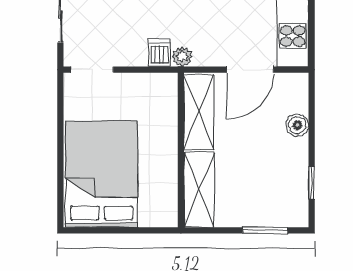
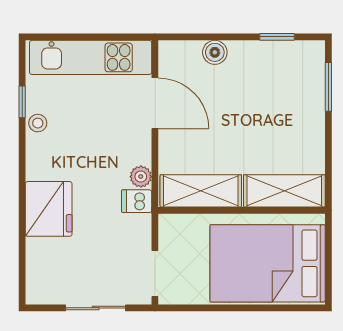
shelving: (199, 112) -> (201, 191), moved
wall: (181, 150) -> (242, 210), moved
shelving: (199, 190) -> (284, 191), moved

